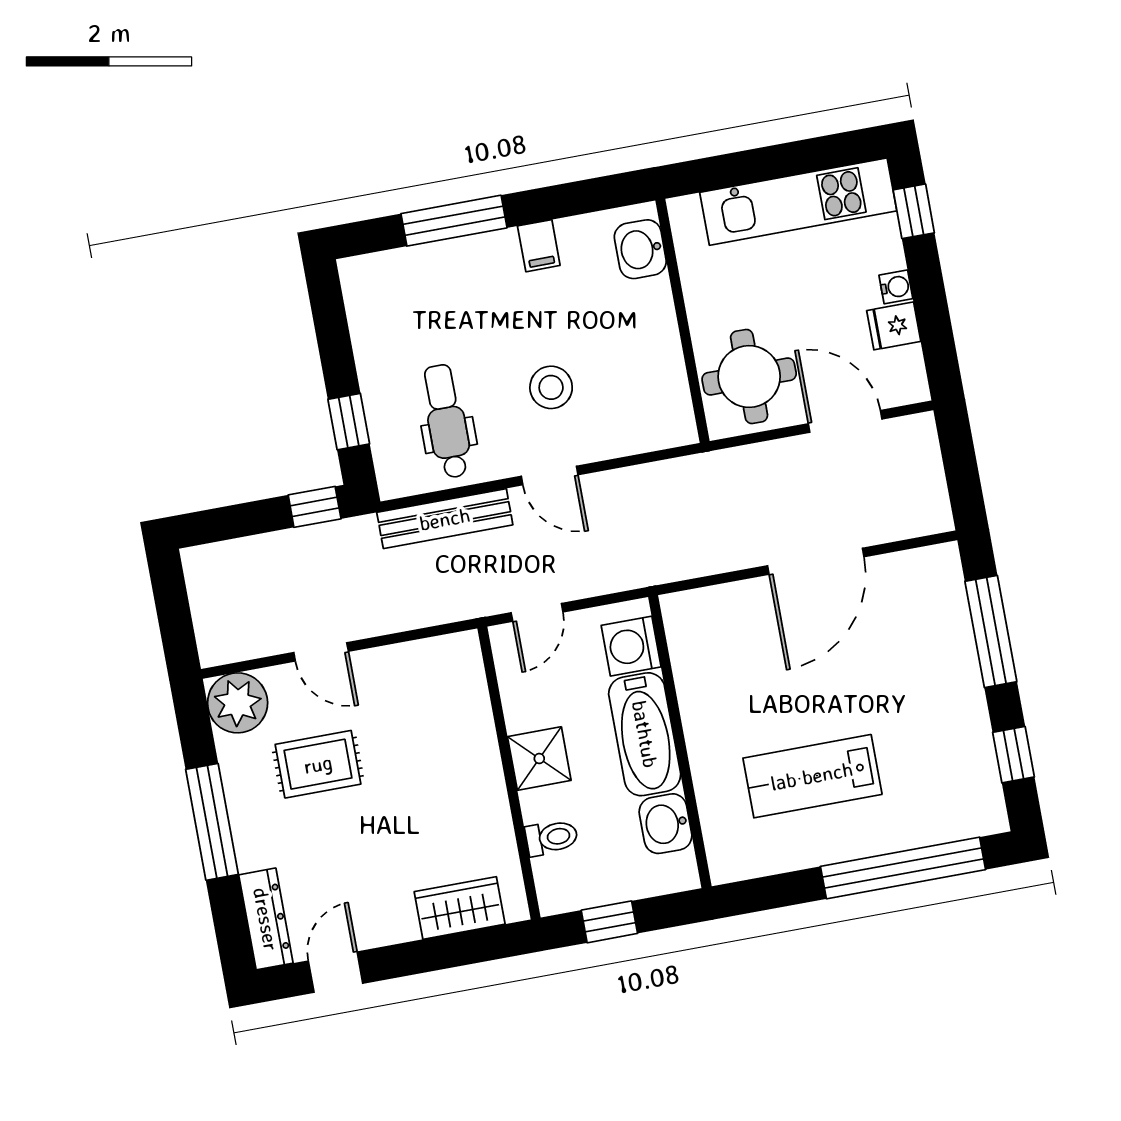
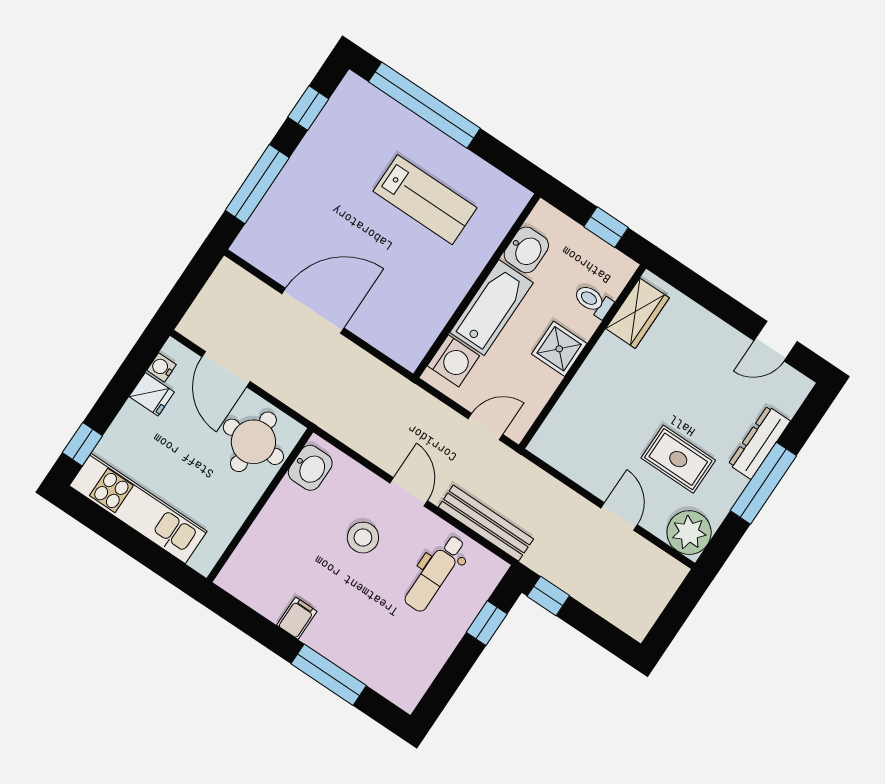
washbasin: (640, 249) -> (310, 468), moved
water cooler: (896, 287) -> (162, 367), moved
wardrobe: (460, 908) -> (637, 313), moved, turned -90
dresser: (266, 919) -> (759, 443), moved

